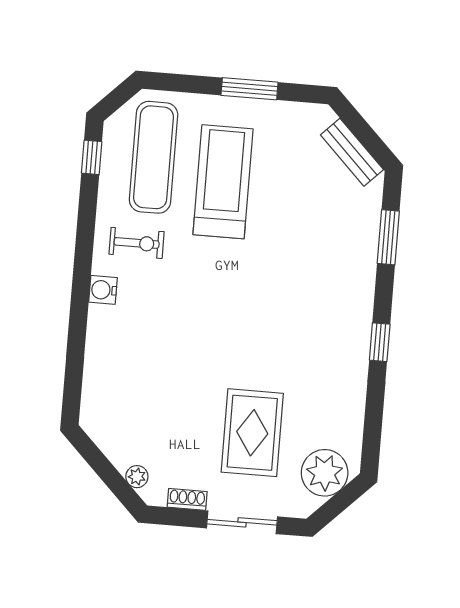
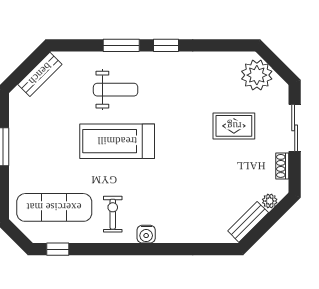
treadmill: (223, 182) -> (117, 141), moved
window: (388, 237) -> (121, 45), moved
weight bench: (320, 262) -> (116, 90), added
rug: (252, 433) -> (234, 126), width x0.73, depth x0.70
bench: (109, 442) -> (248, 222), added

